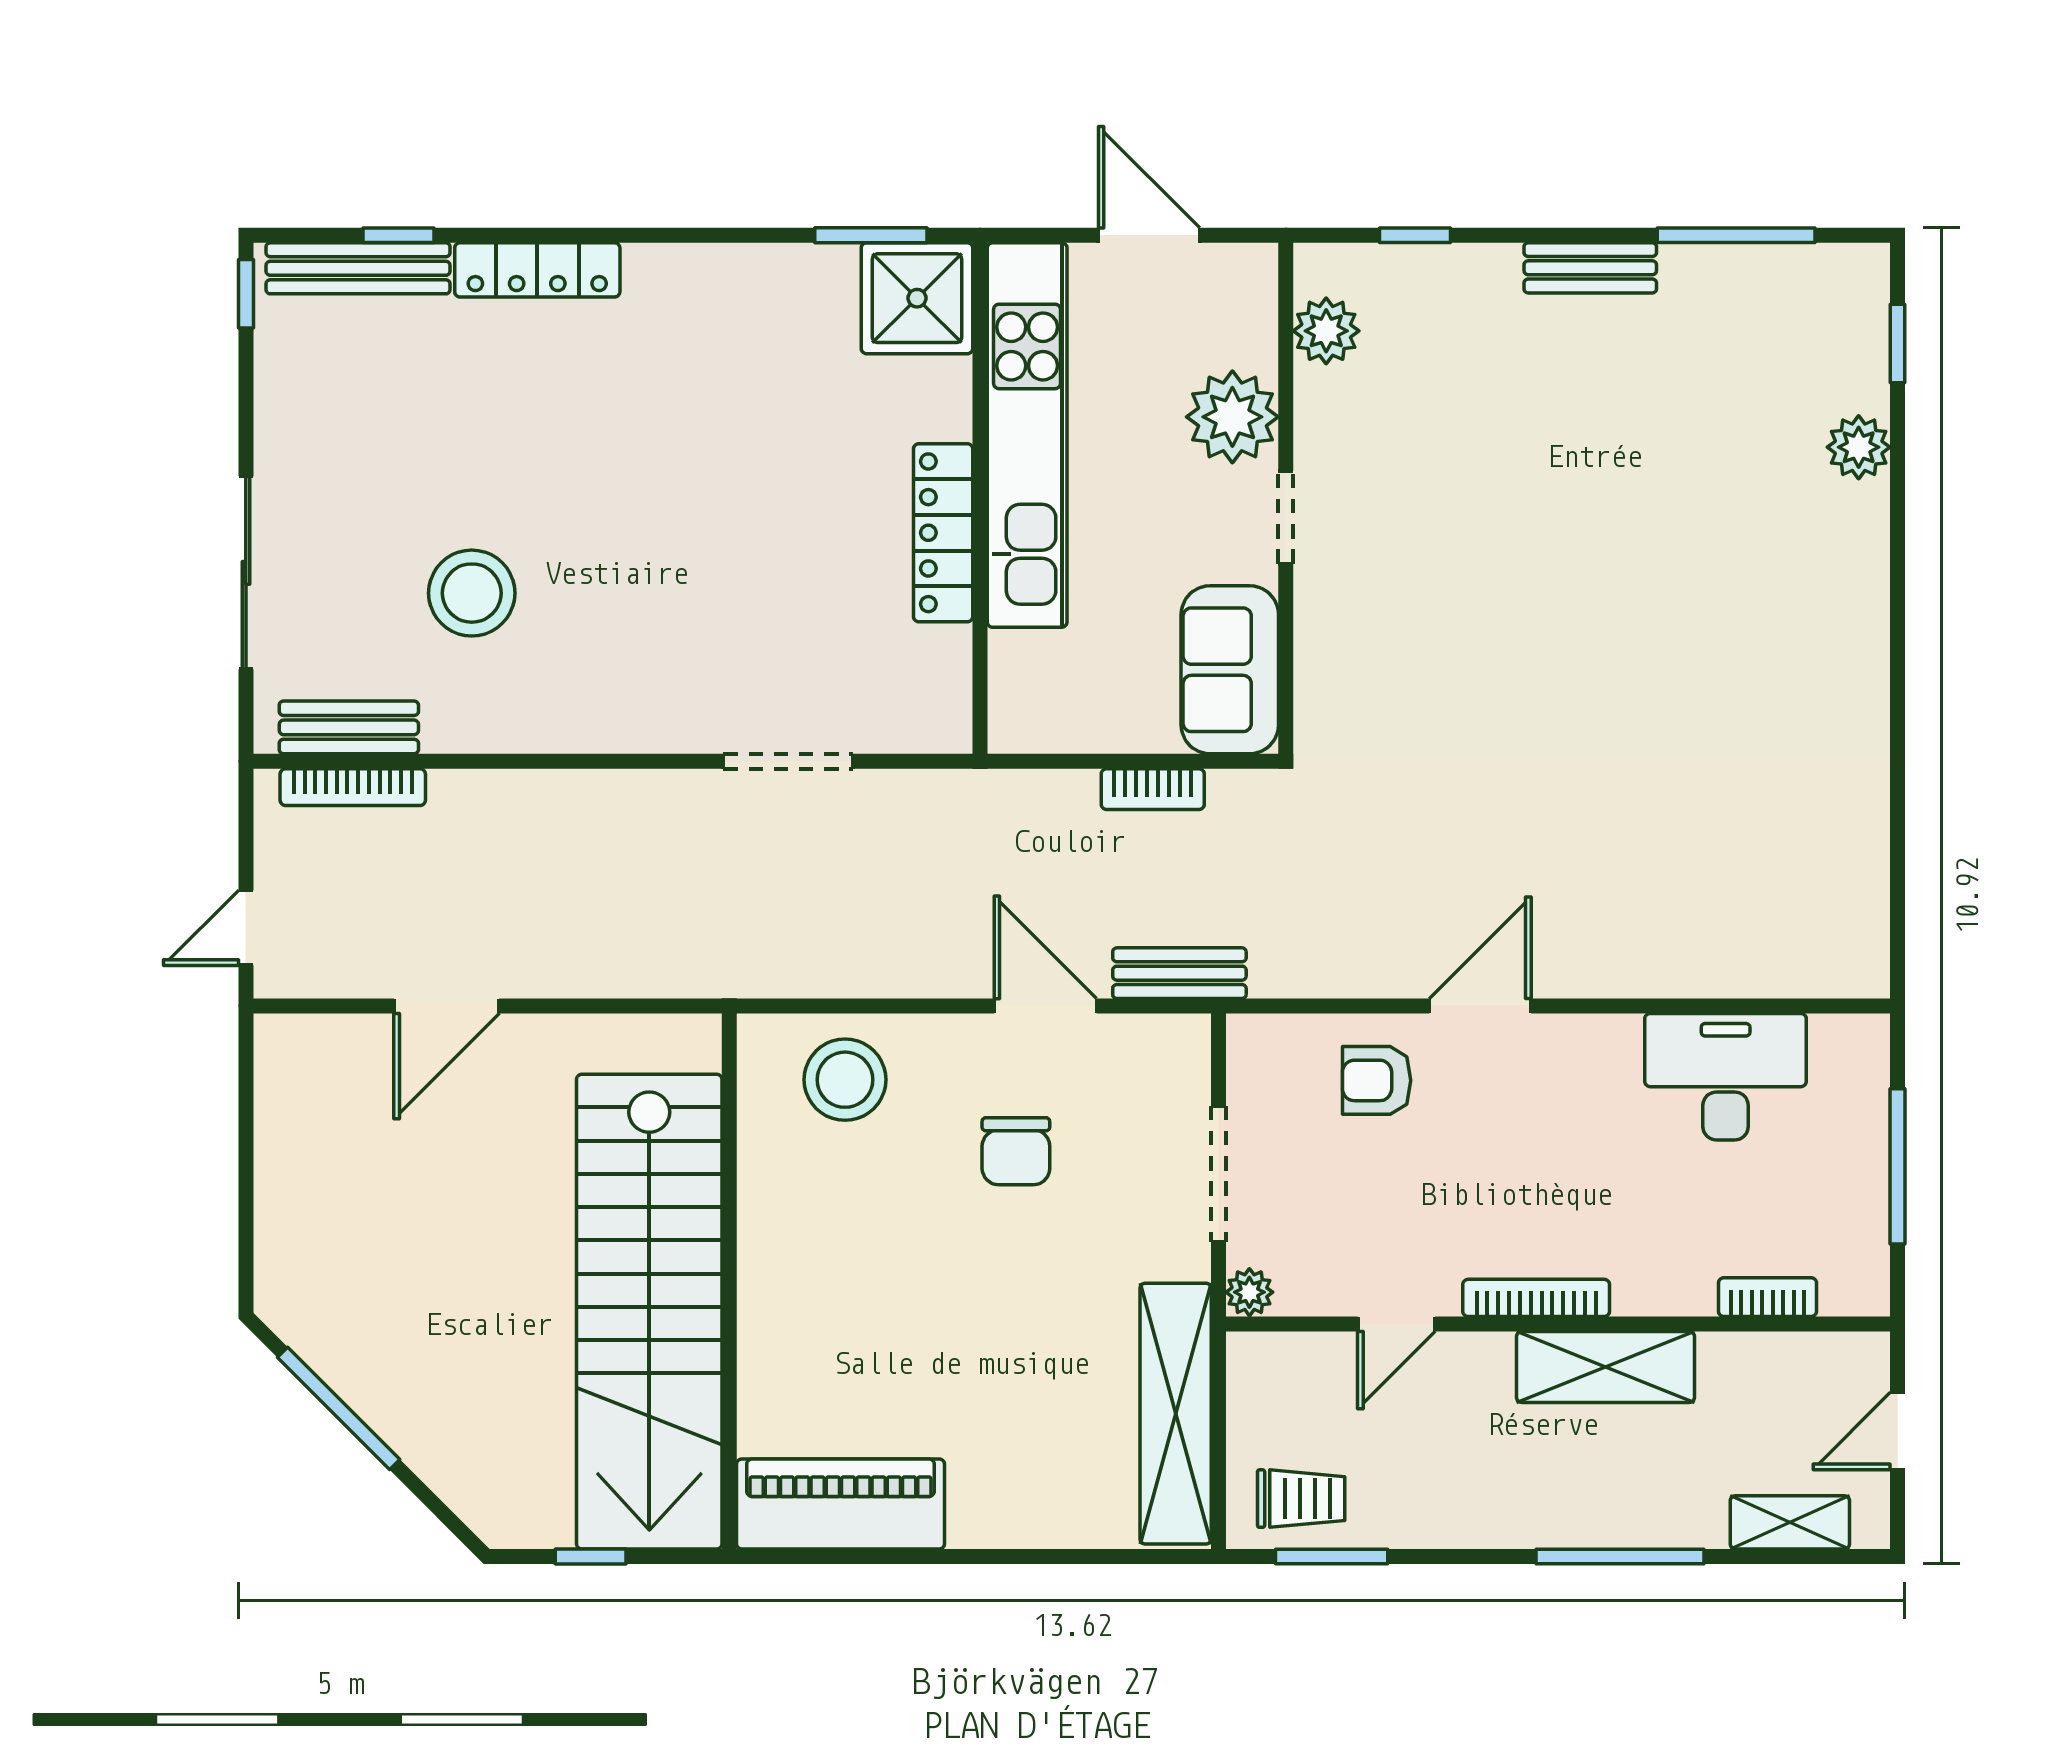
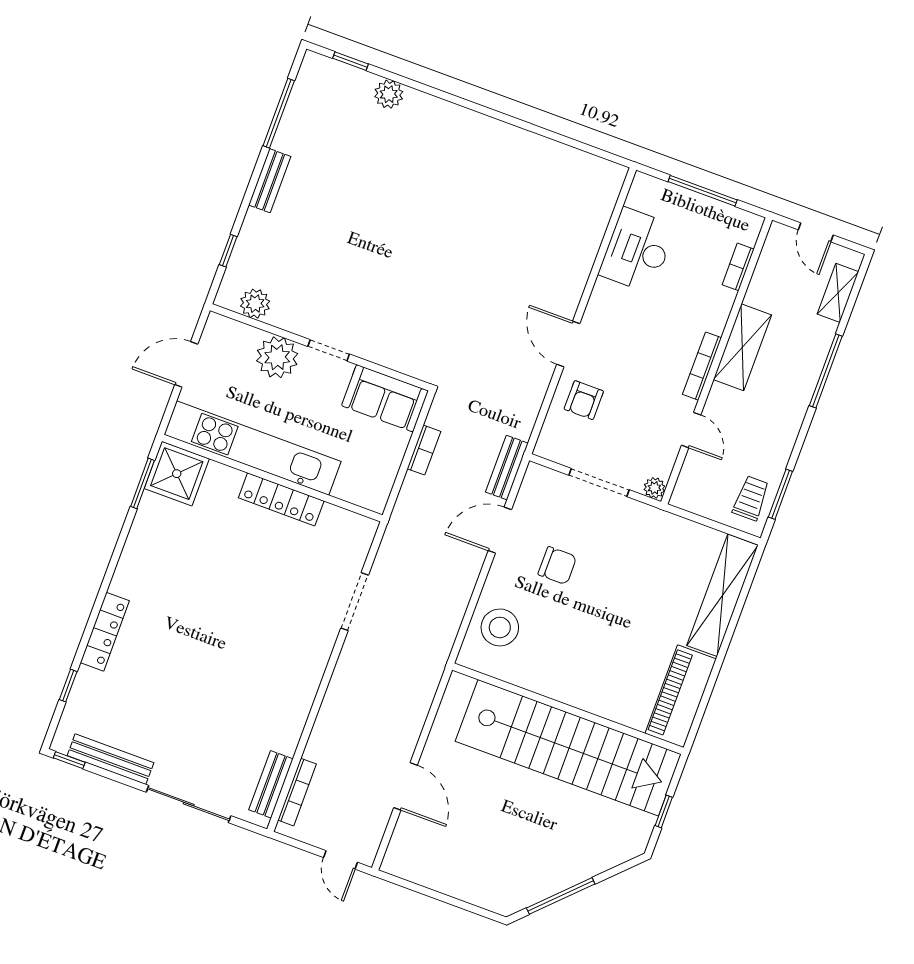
bench: (358, 268) -> (110, 759), moved, turned 90
stool: (472, 593) -> (233, 711), removed
shelving: (1176, 1414) -> (722, 595), moved, turned 90

